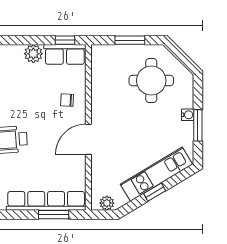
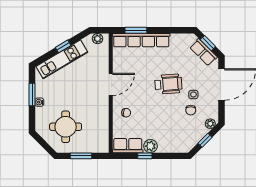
window: (65, 40) -> (145, 156), moved

